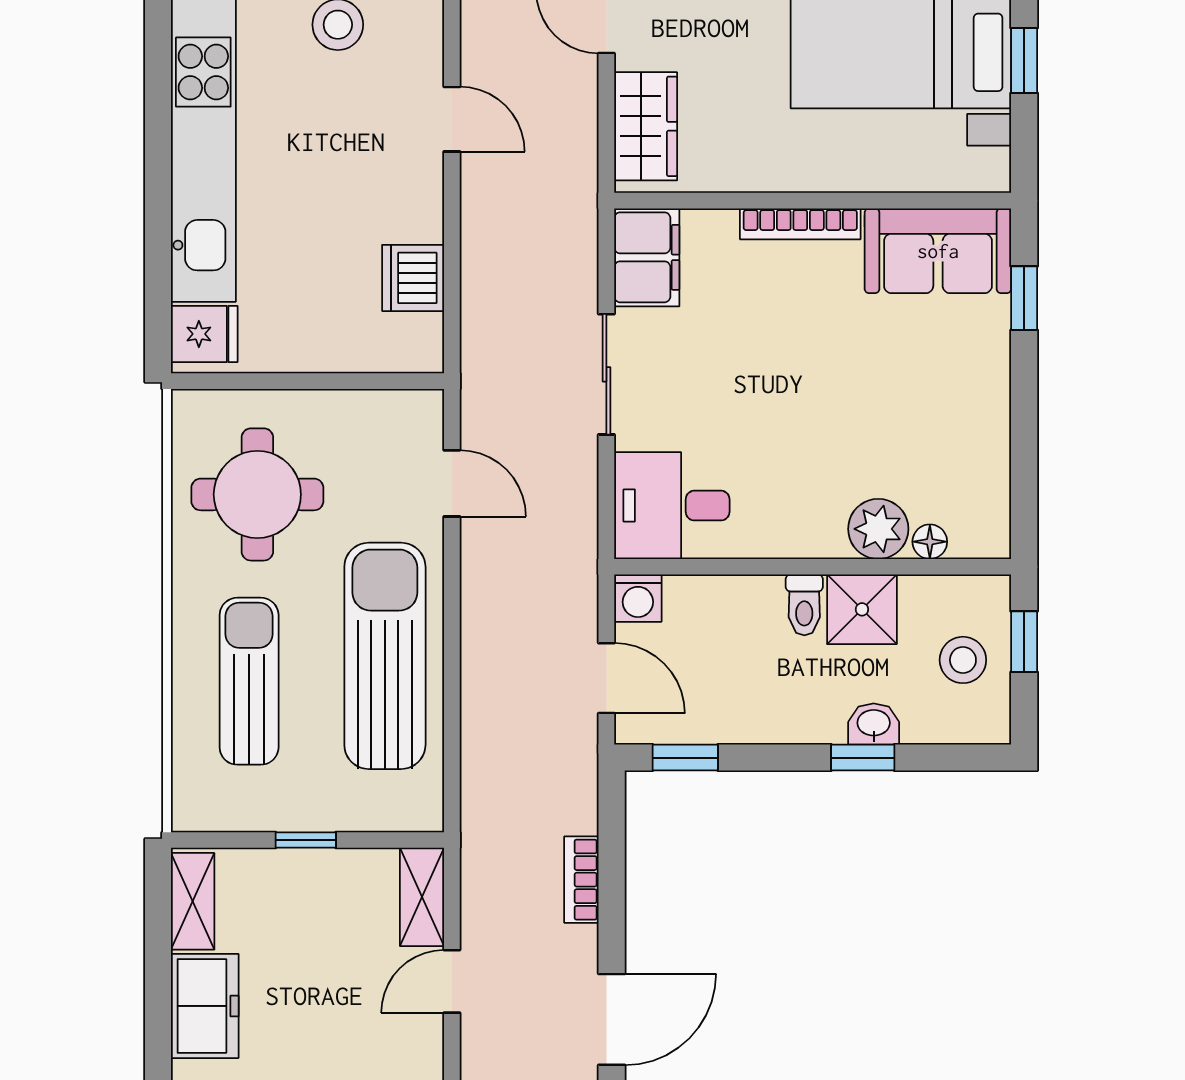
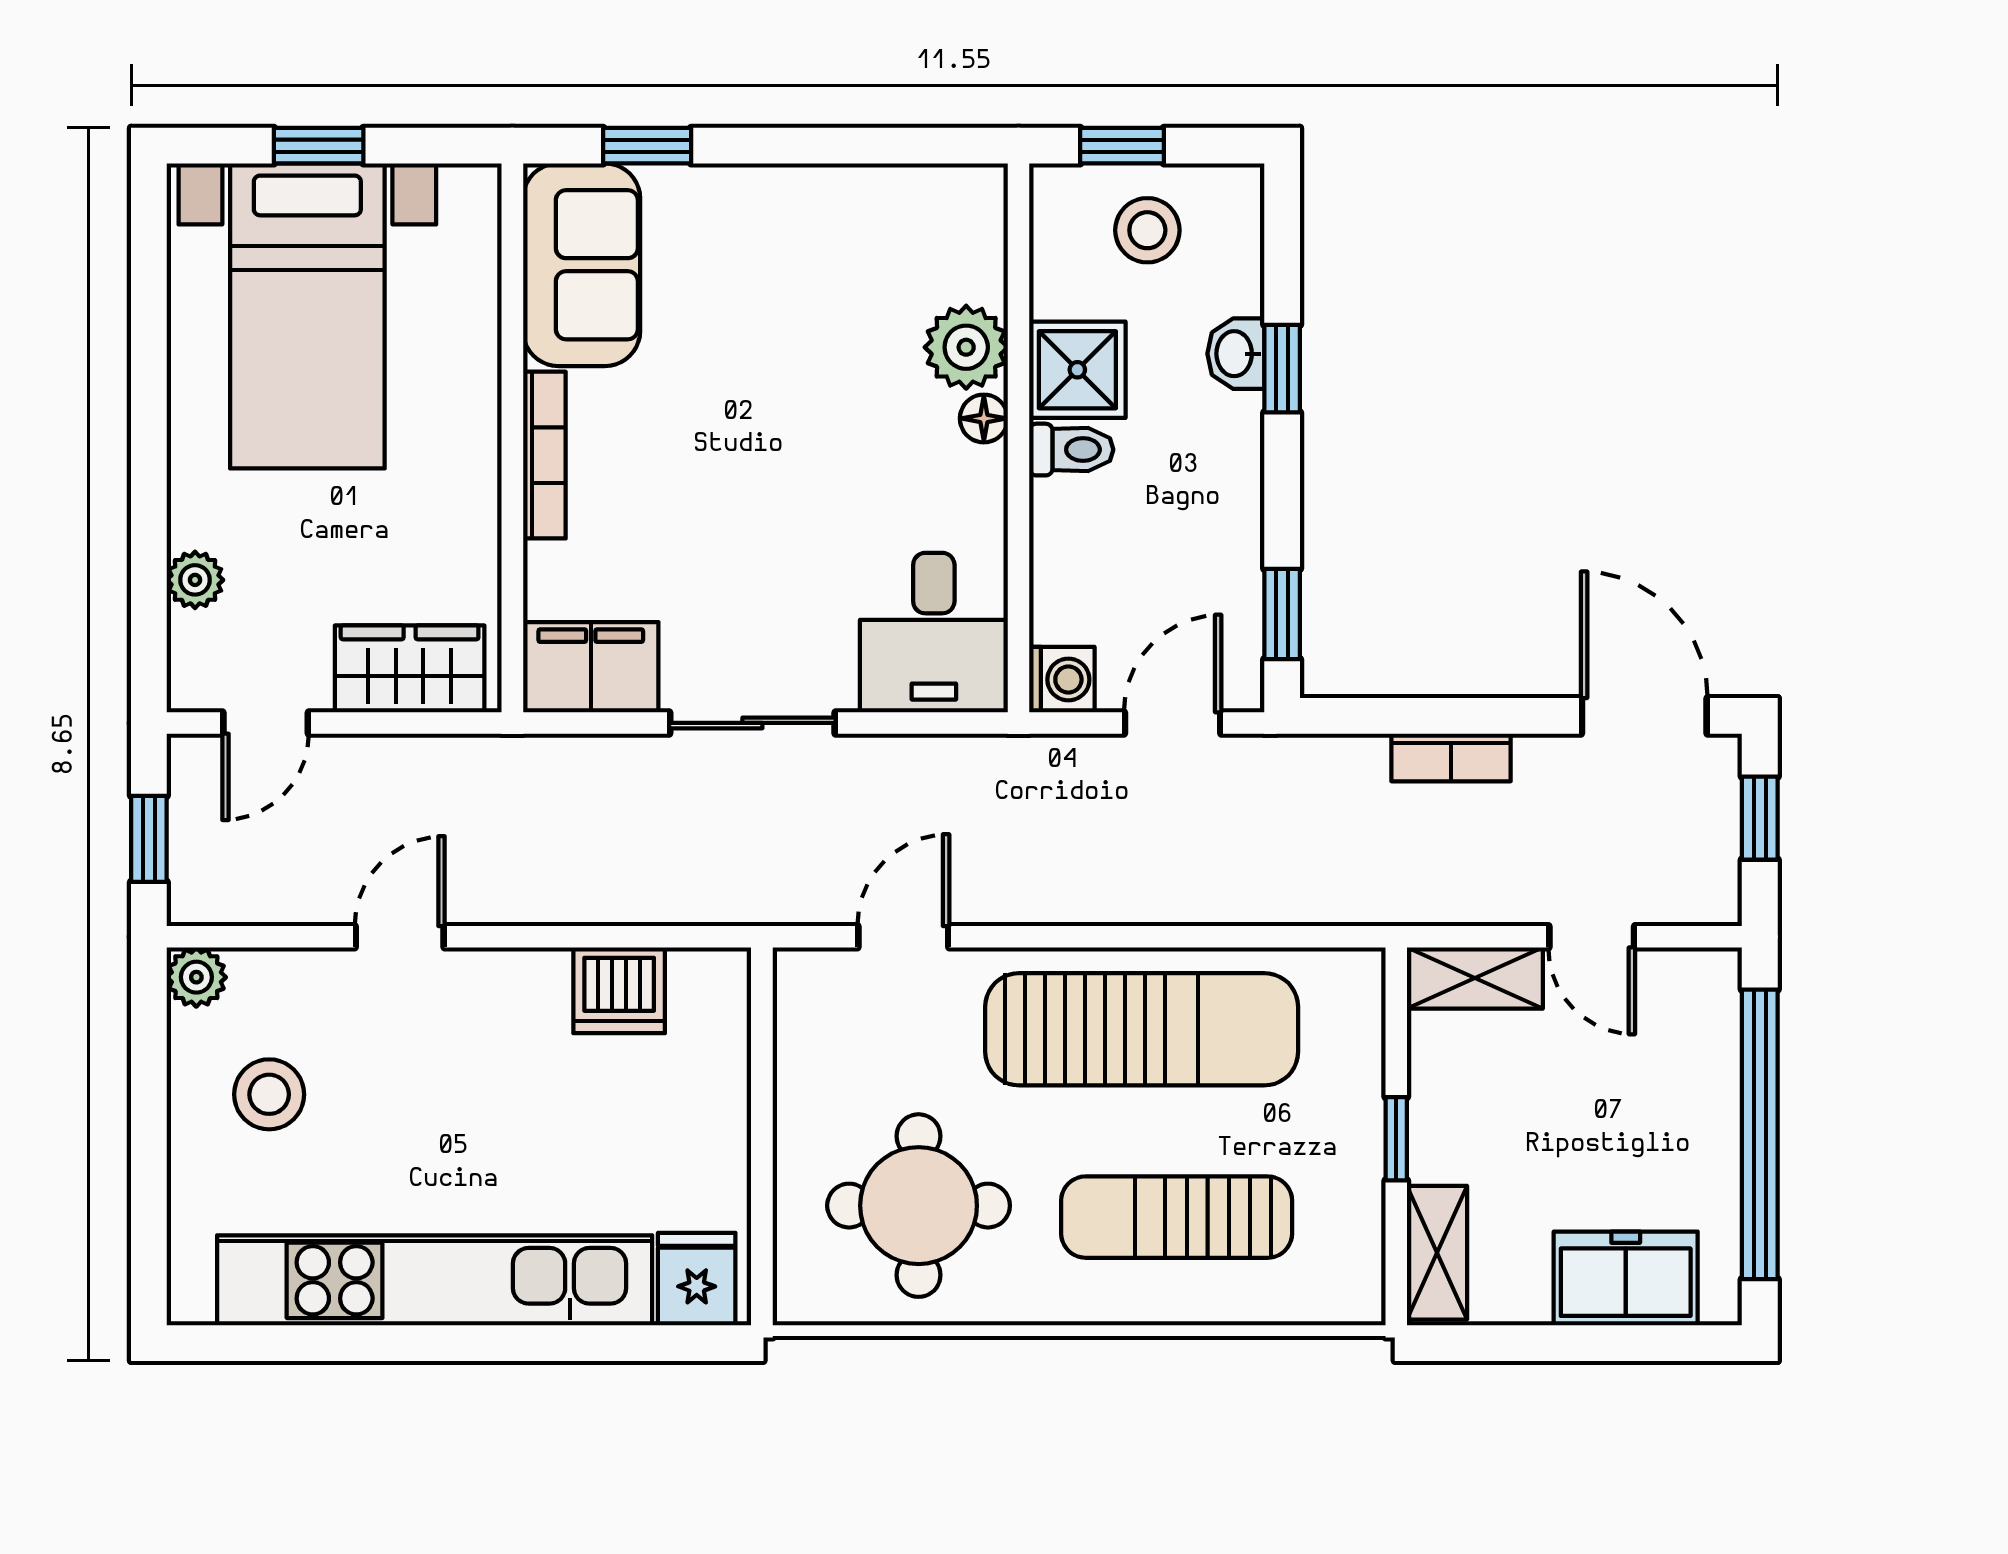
floor lamp: (930, 542) -> (984, 418), moved
sun lounger: (385, 656) -> (1142, 1029), turned 180
shelving: (193, 901) -> (1437, 1253), moved, turned 90

